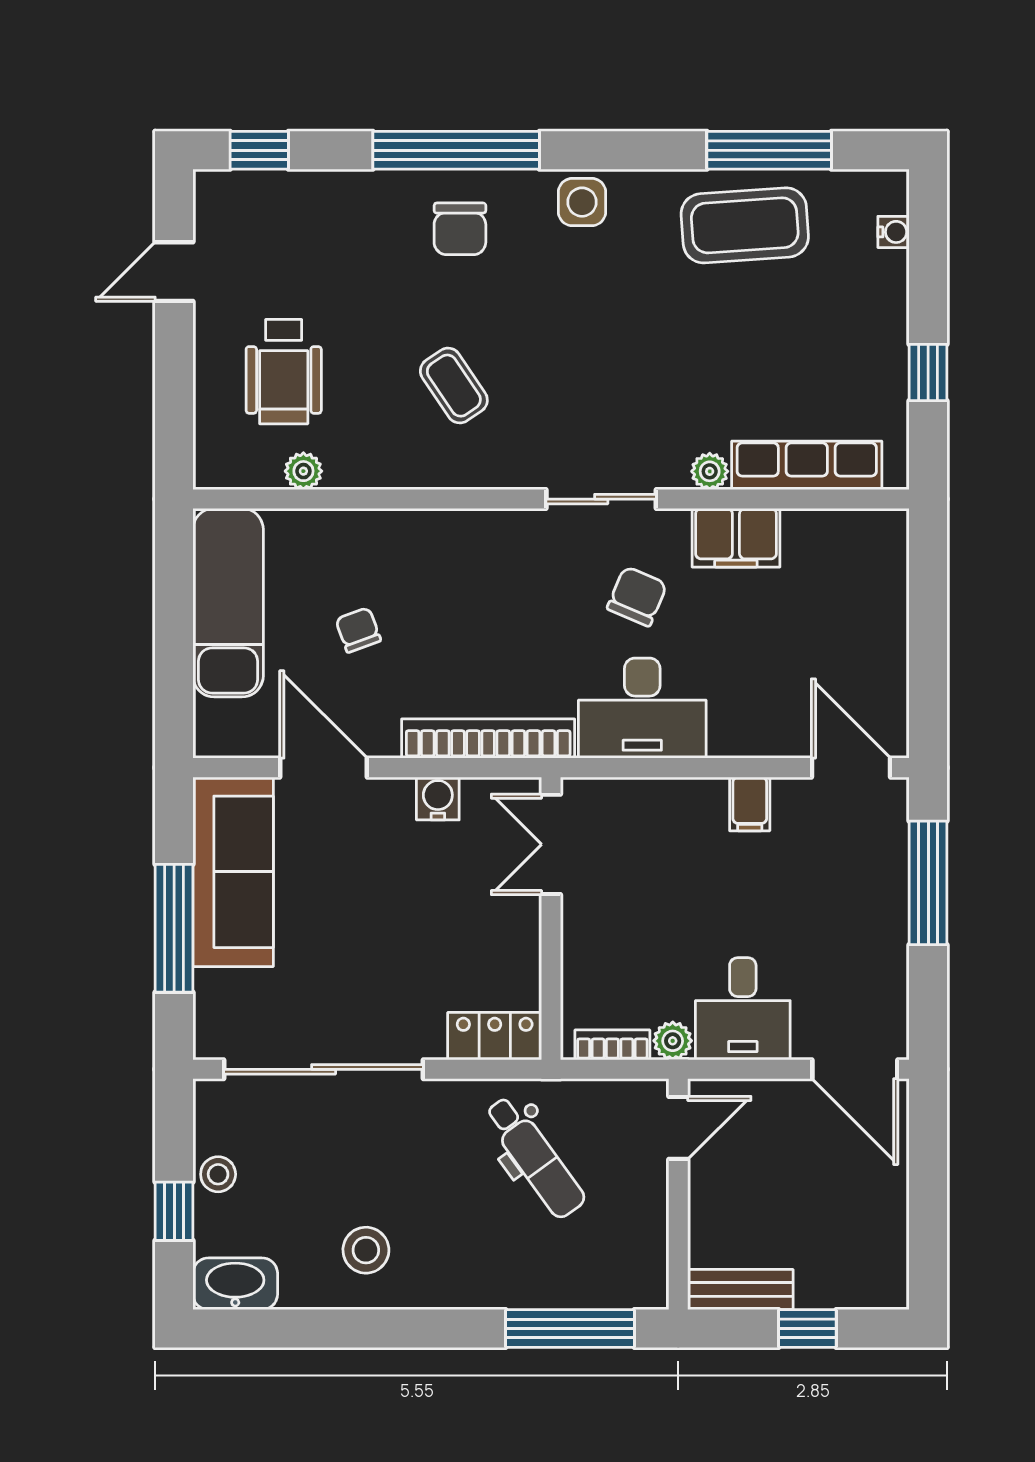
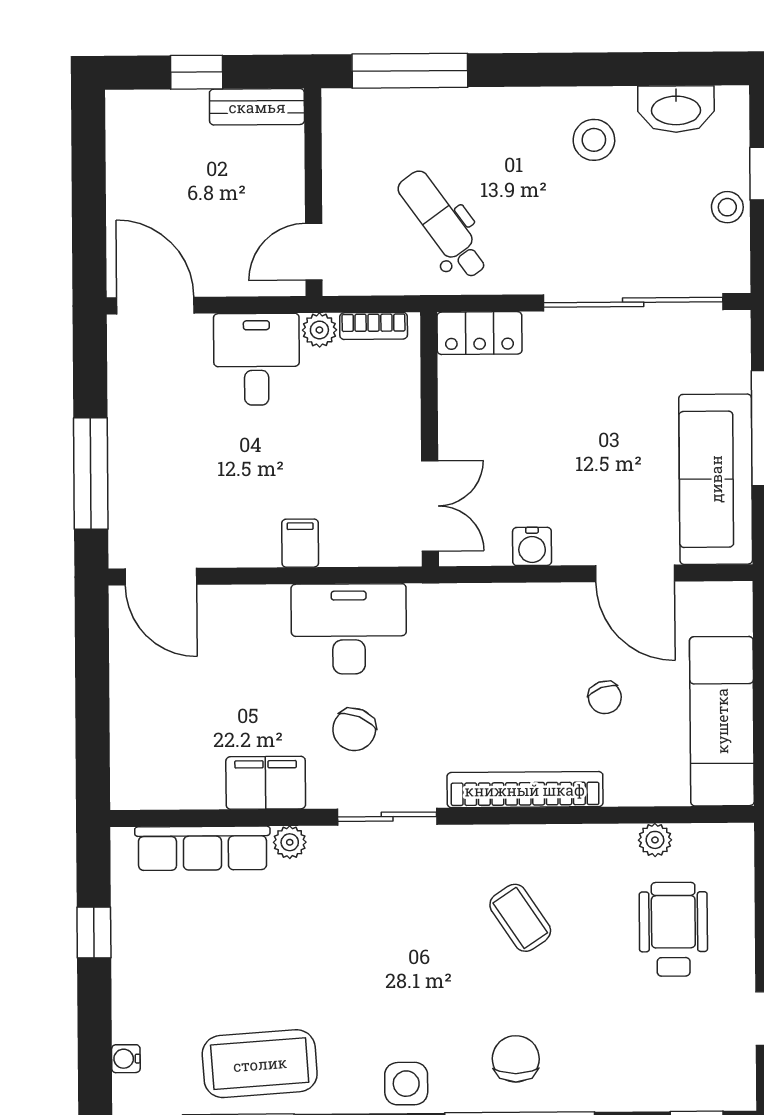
bookcase: (488, 739) -> (525, 790), moved, turned 180
filing cabinet: (750, 804) -> (300, 543), moved
washbasin: (235, 1284) -> (676, 109), moved

